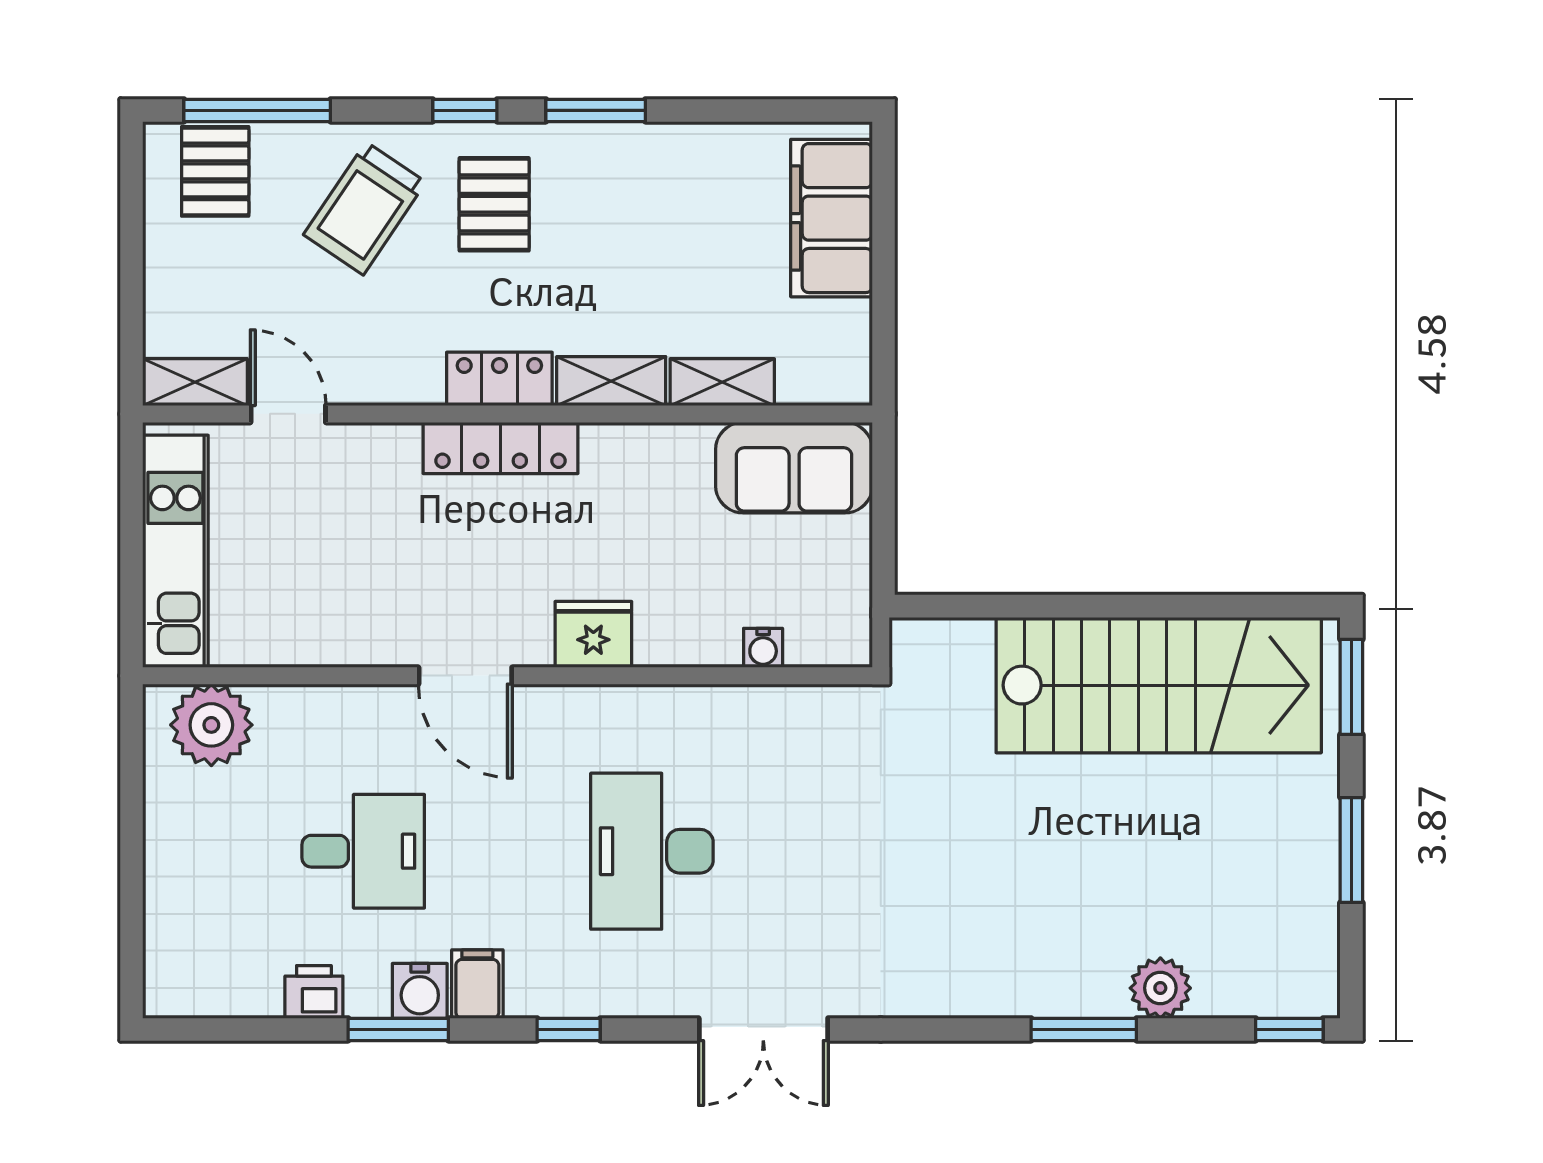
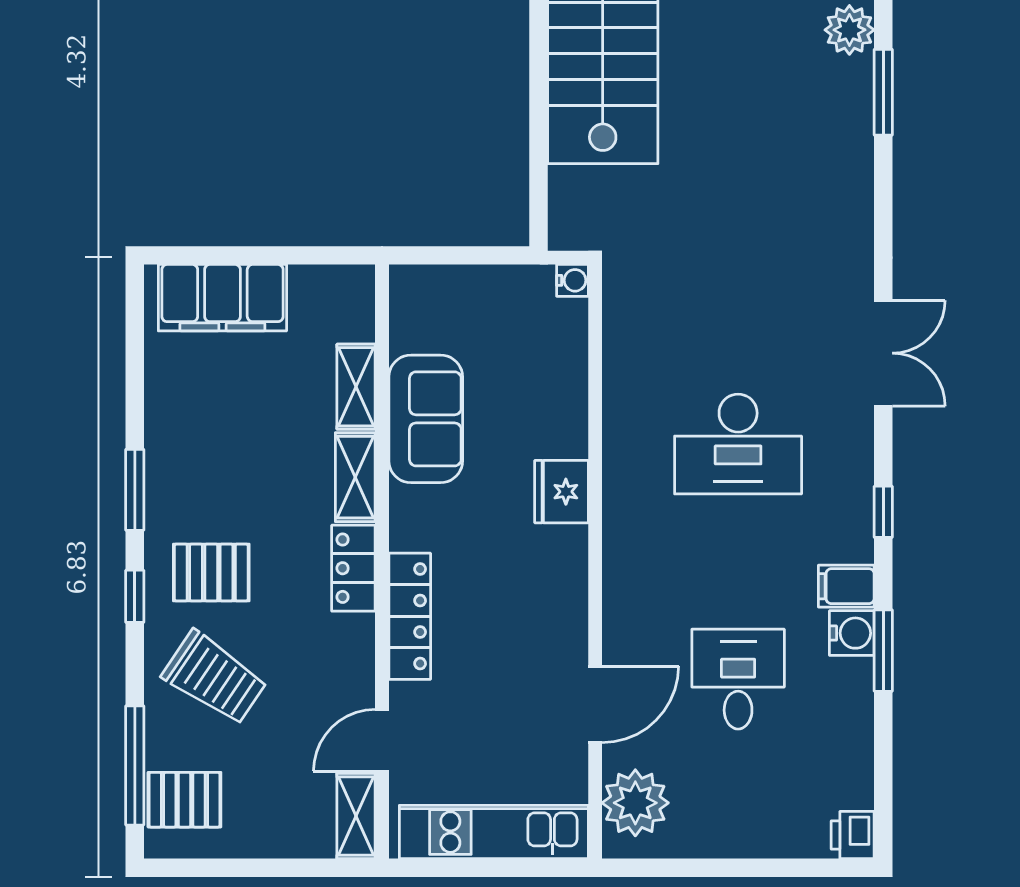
locker: (500, 448) -> (410, 616), moved
sofa: (794, 468) -> (426, 419), moved
water cooler: (763, 648) -> (572, 280), moved
door: (465, 676) -> (595, 704), moved
printer: (314, 992) -> (853, 835), moved

